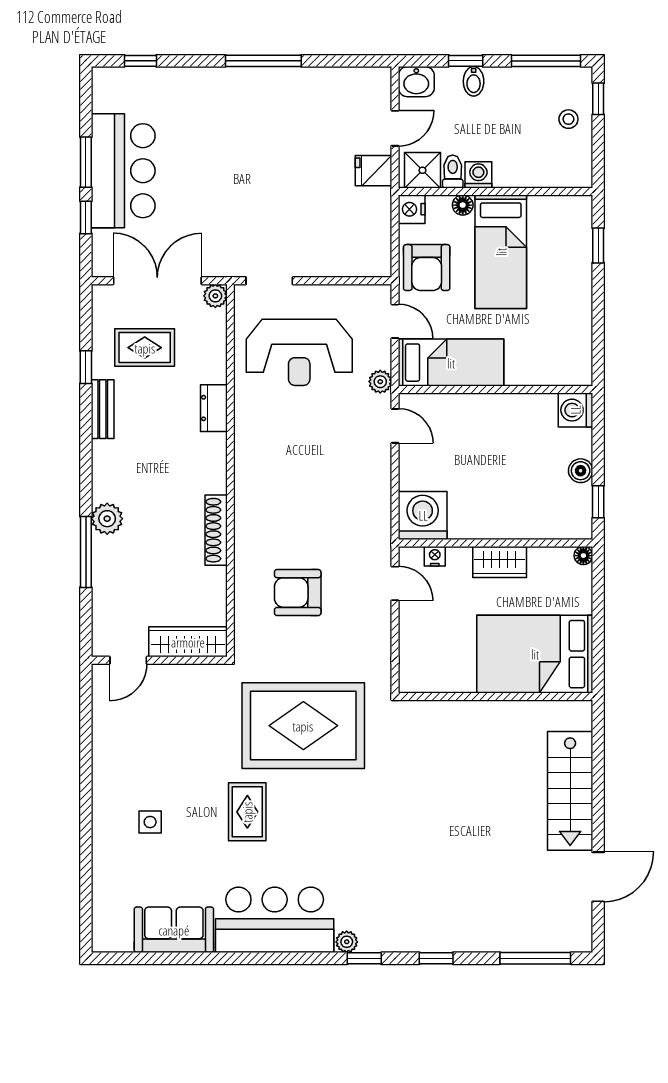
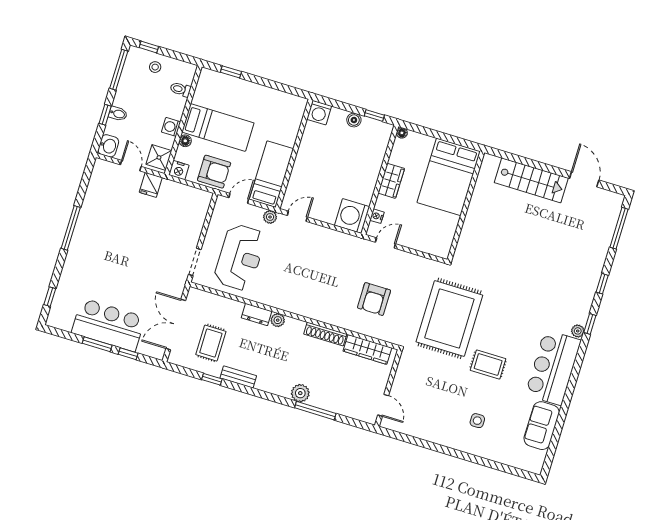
toilet: (453, 172) -> (180, 89), moved
plant: (215, 296) -> (278, 320), moved
wardrobe: (188, 642) -> (367, 349), moved, turned -90

